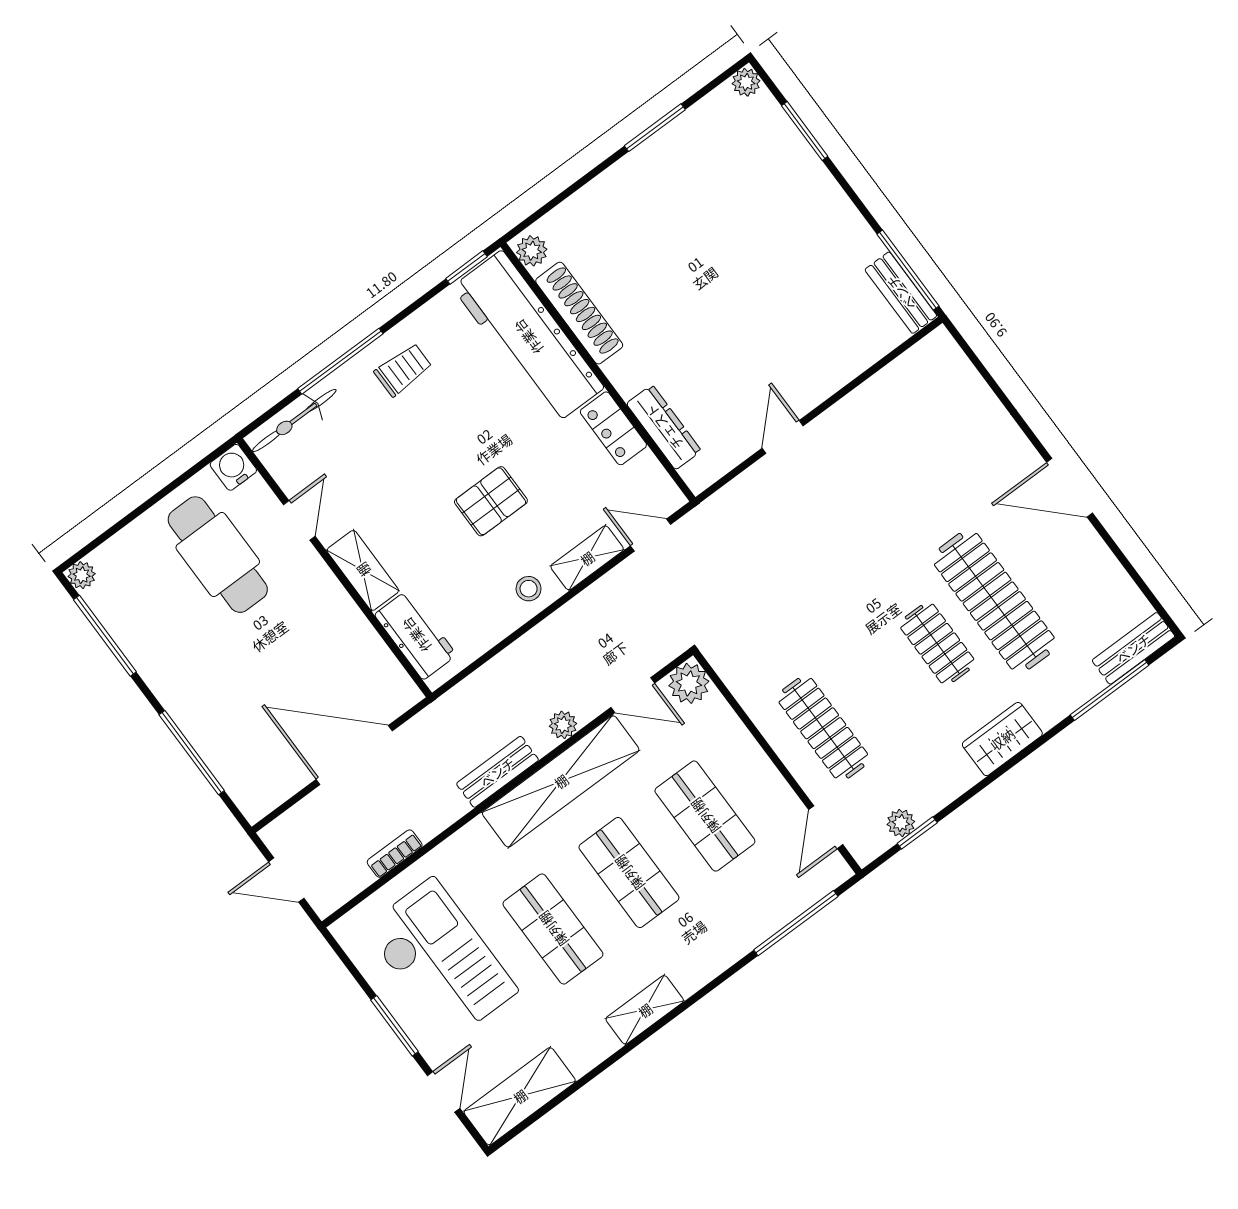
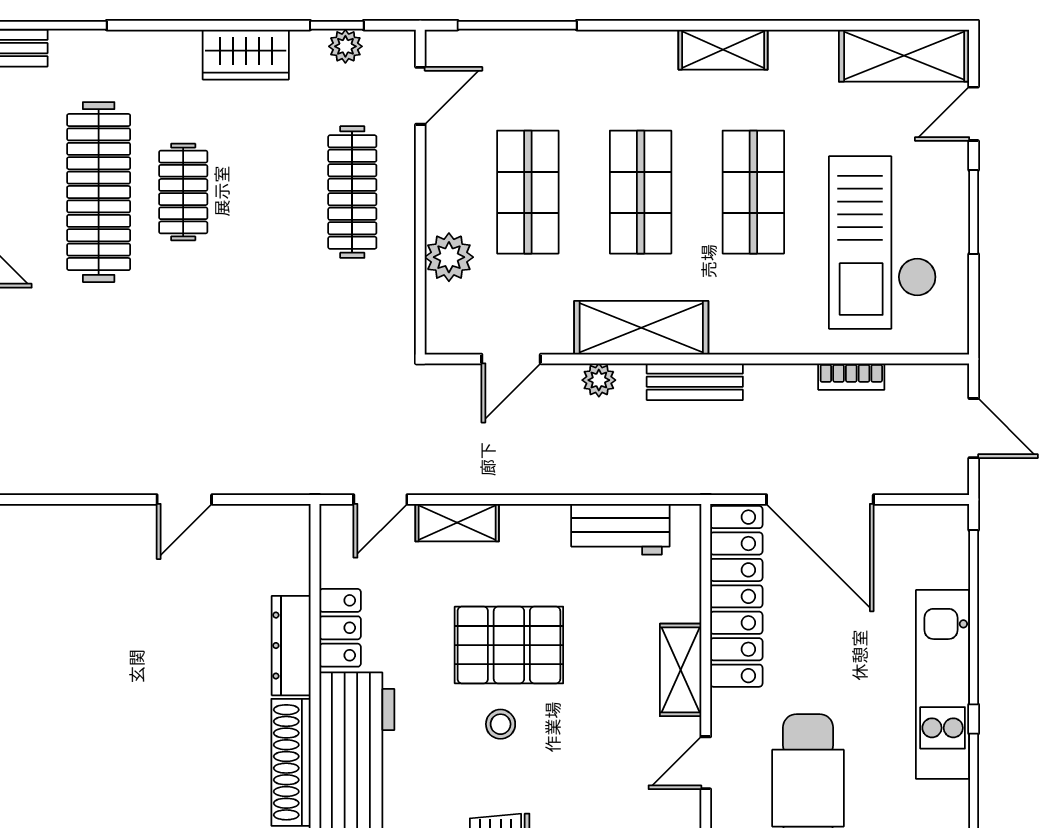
dresser: (664, 427) -> (291, 646), moved
pallet: (491, 501) -> (509, 645), width x1.50, depth x1.42
door: (650, 535) -> (380, 499), hinge flipped
stool: (529, 589) -> (501, 724), moved
workbench: (416, 635) -> (620, 529), moved, turned -90
locker: (362, 648) -> (736, 596), added
plant: (689, 683) -> (449, 257), moved
kitchen unit: (179, 692) -> (943, 684), added
door: (633, 695) -> (511, 359), swing flipped
wardrobe: (1002, 739) -> (246, 55), moved
window: (192, 753) -> (974, 617), width x1.46
shelving: (561, 781) -> (641, 328), width x0.68

